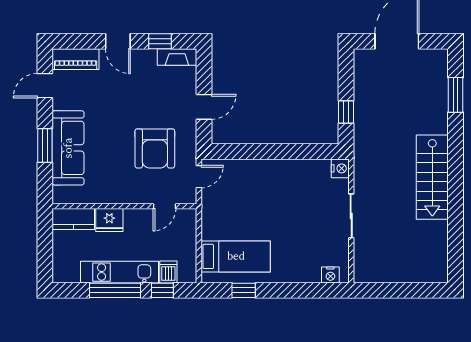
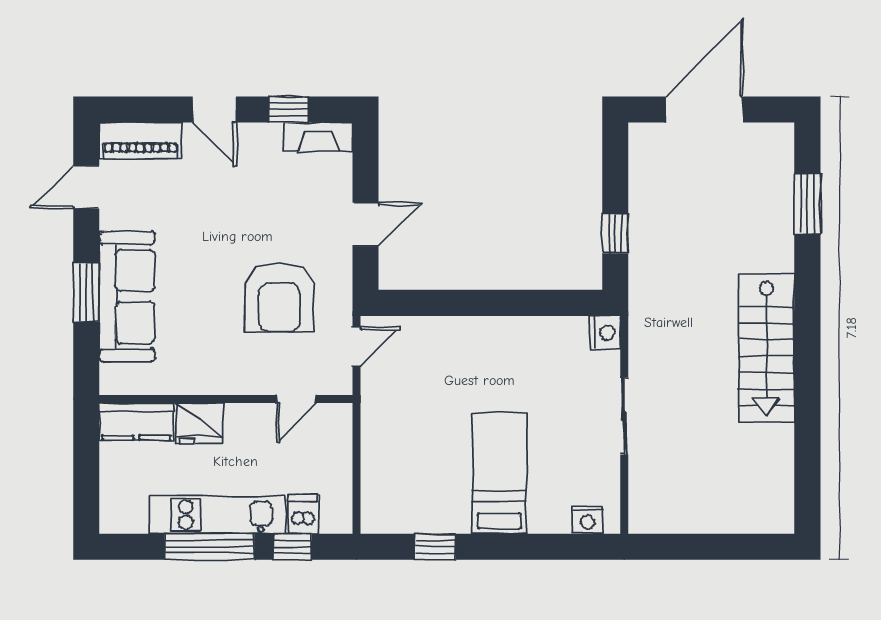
bed: (236, 256) -> (499, 473), moved, turned -90

